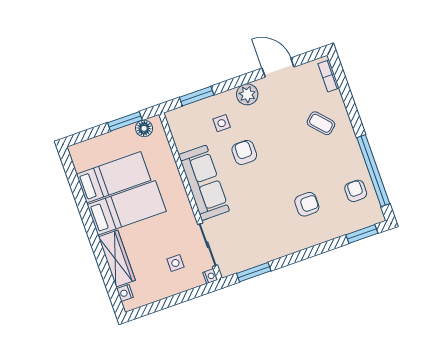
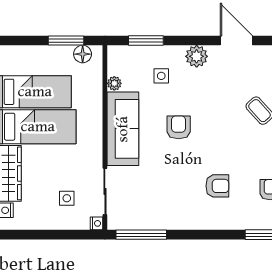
plant: (182, 145) -> (114, 83), added
armchair: (244, 152) -> (179, 127), moved
window: (254, 272) -> (141, 235), width x1.44

